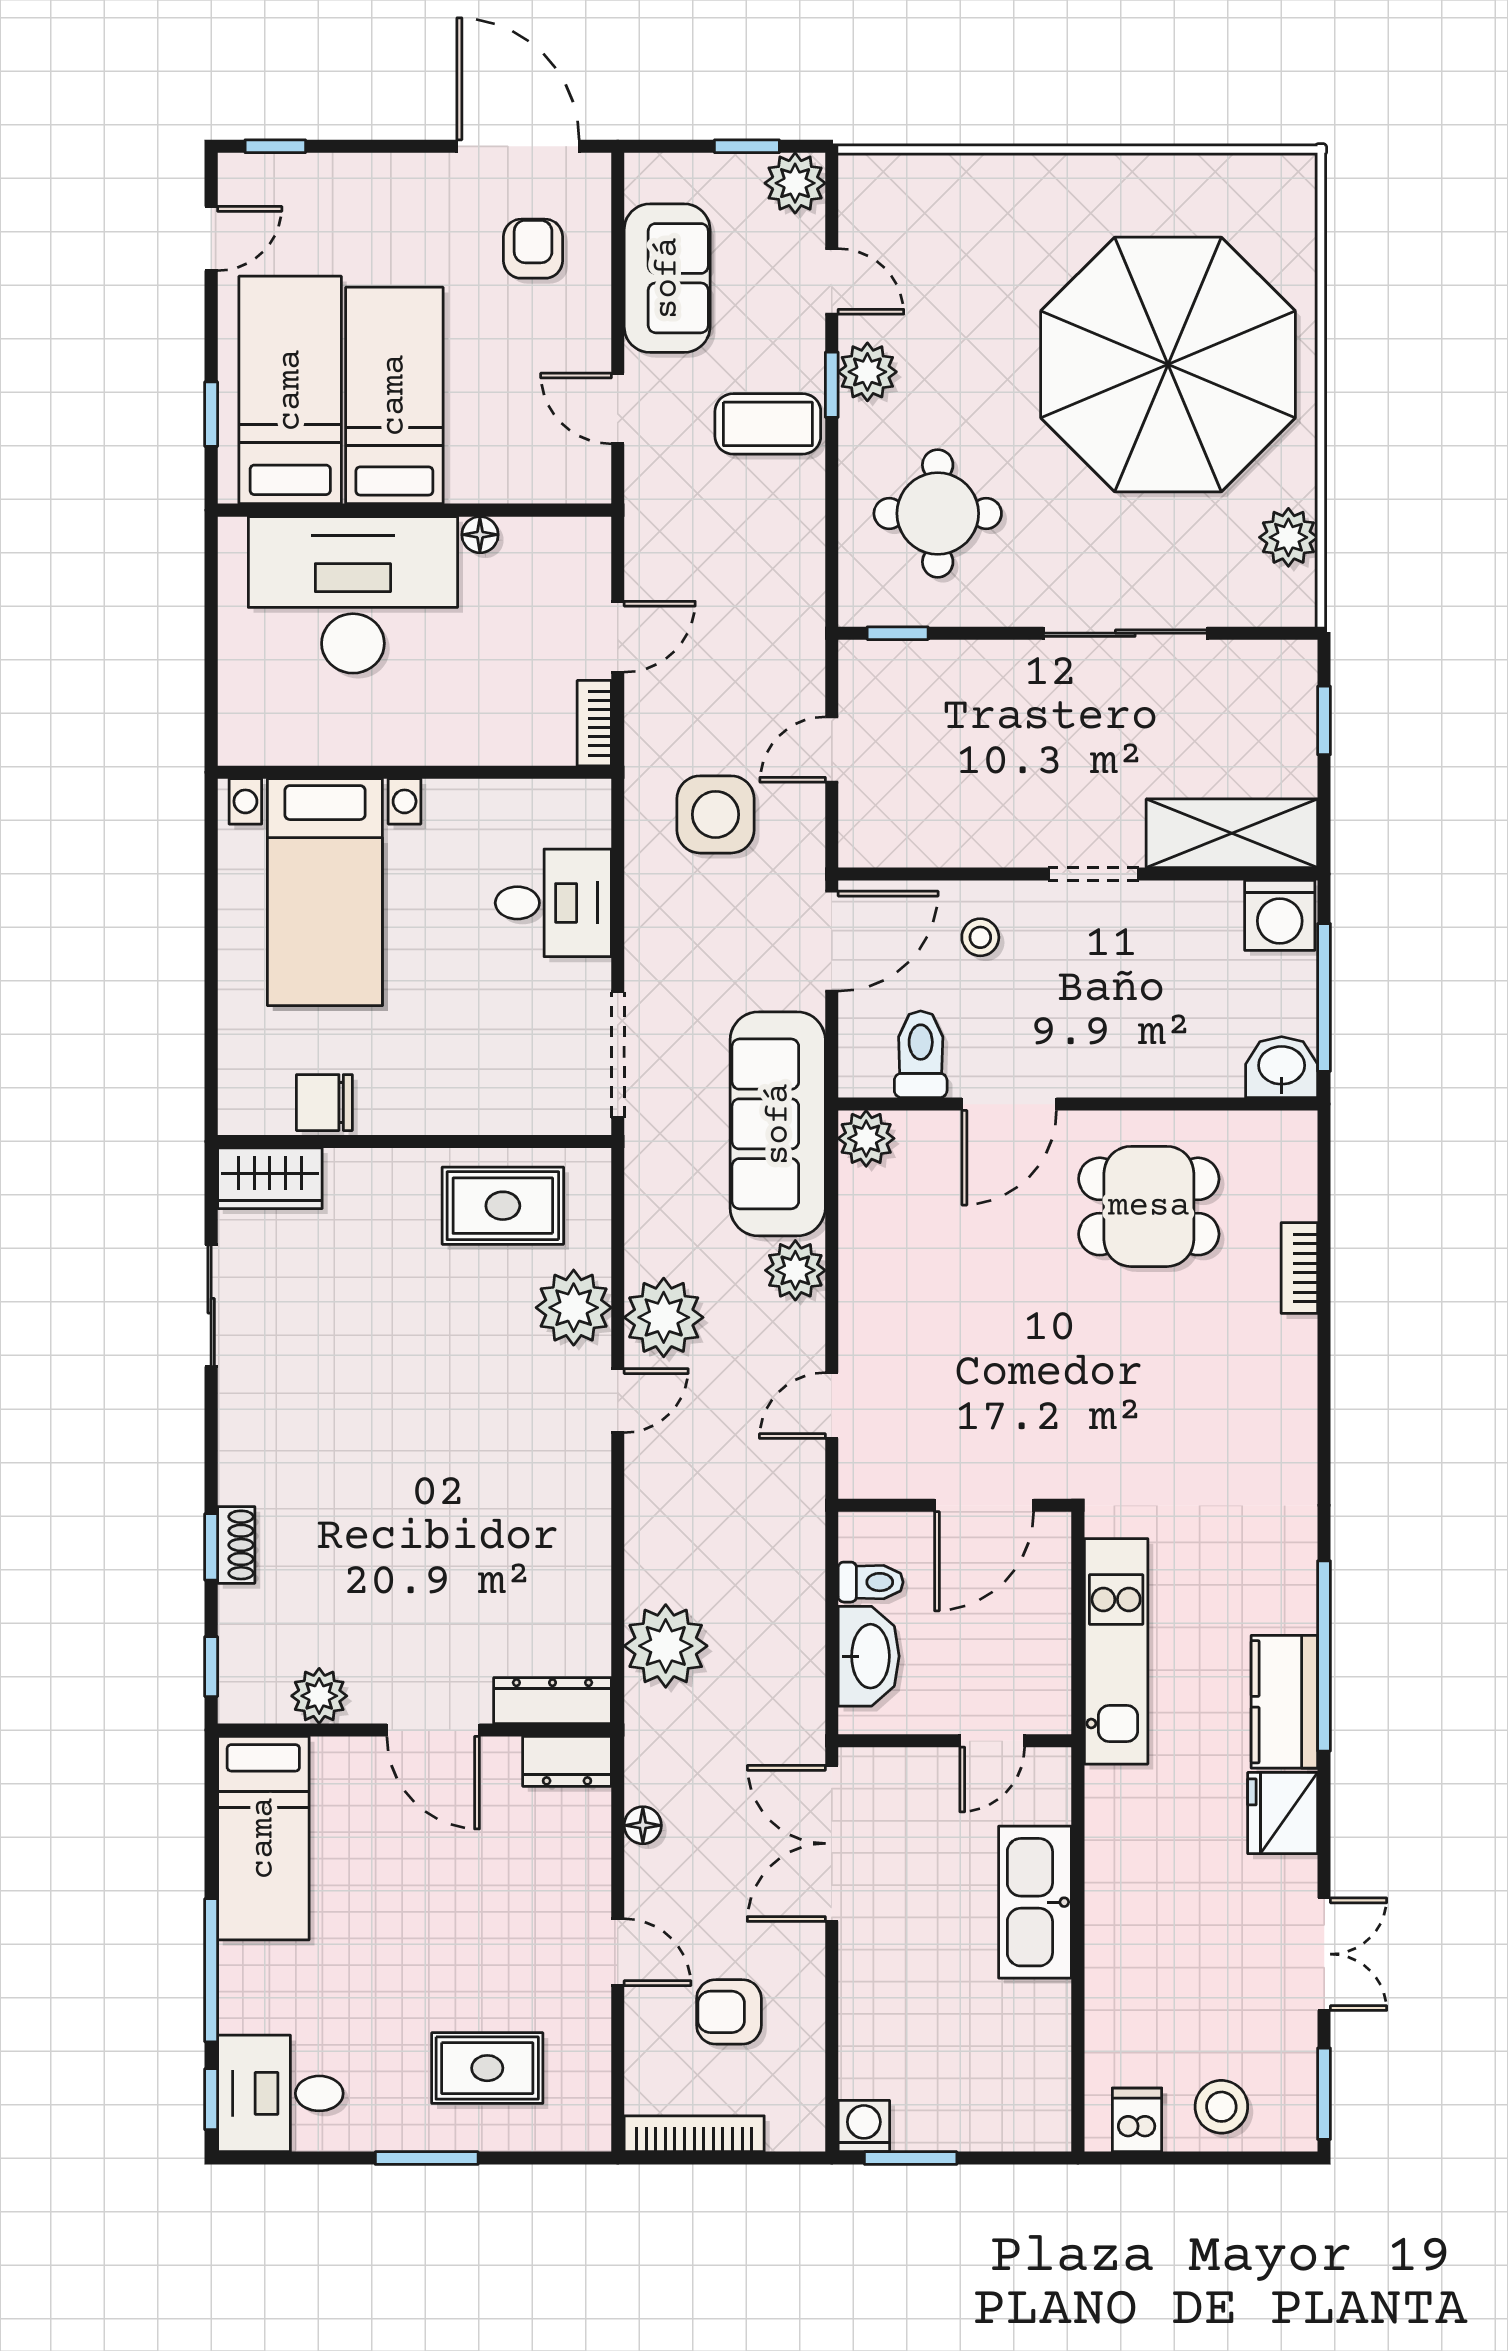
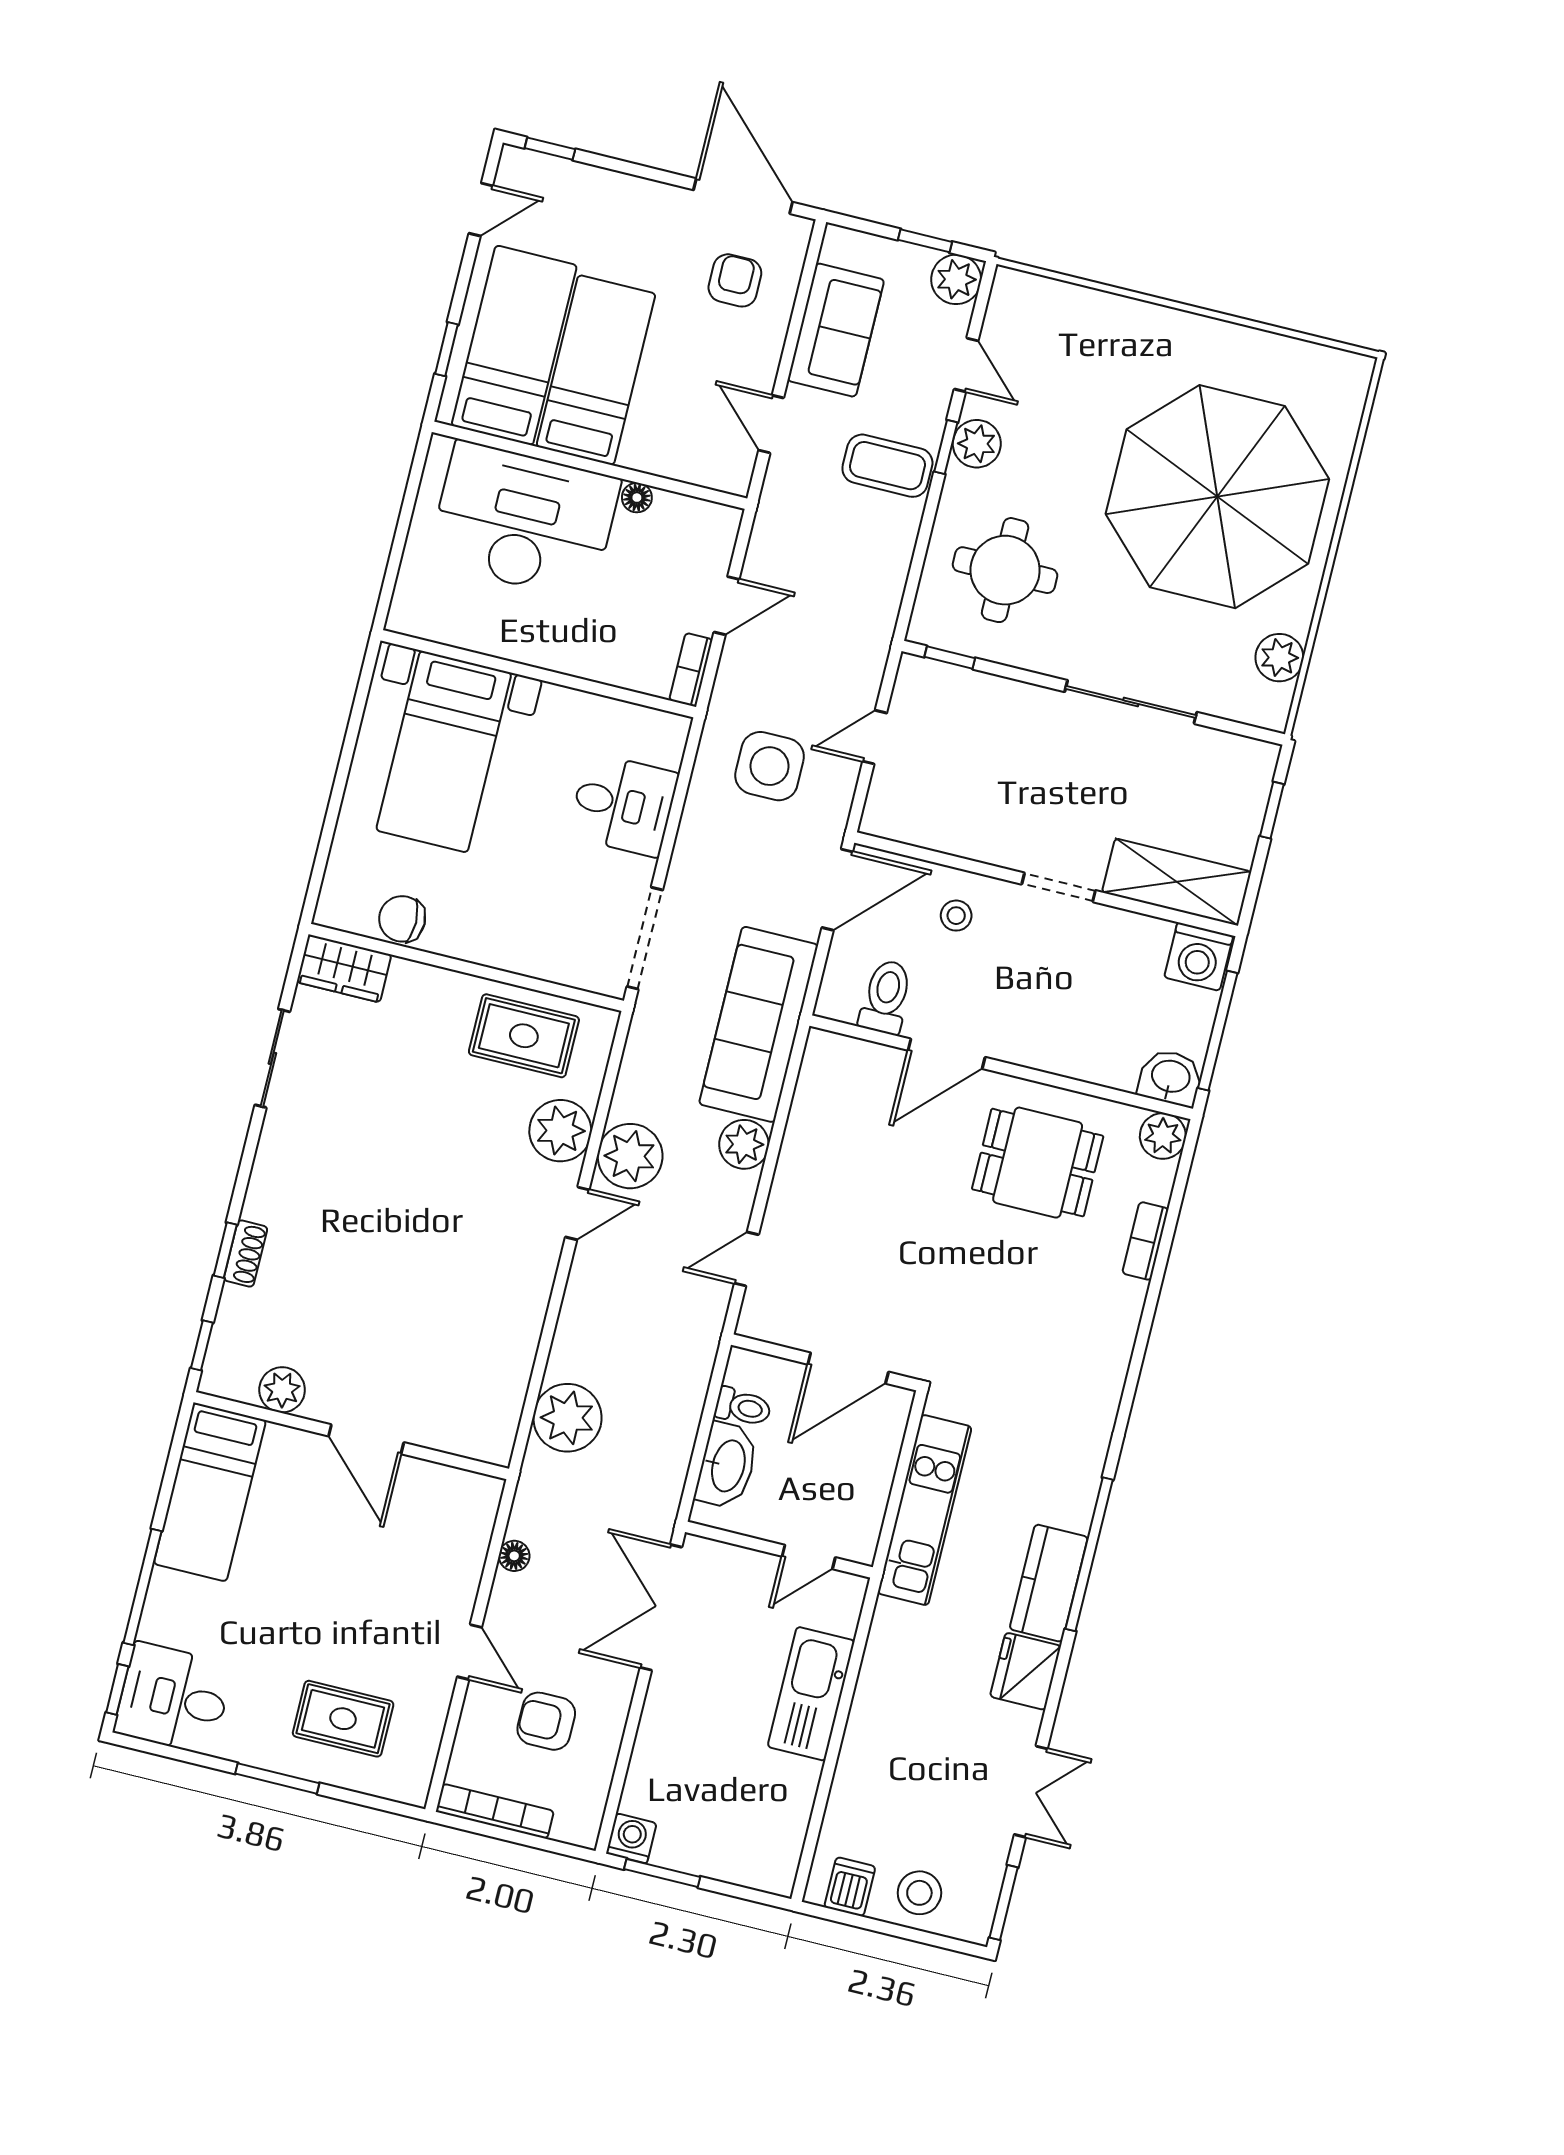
plant: (866, 1138) -> (1163, 1136), moved
dresser: (553, 1701) -> (467, 1439), removed
dresser: (567, 1761) -> (466, 1490), removed

